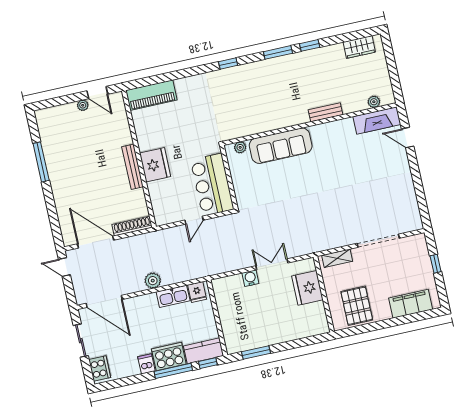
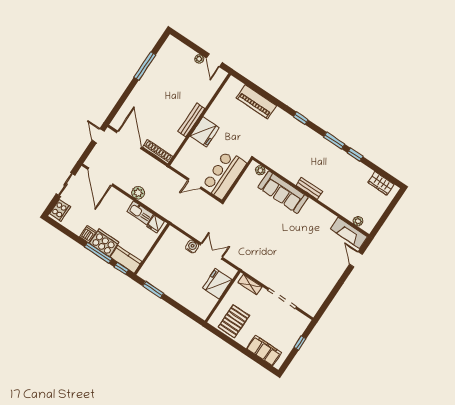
piano: (151, 95) -> (256, 102), moved
bench: (325, 112) -> (309, 188), moved

